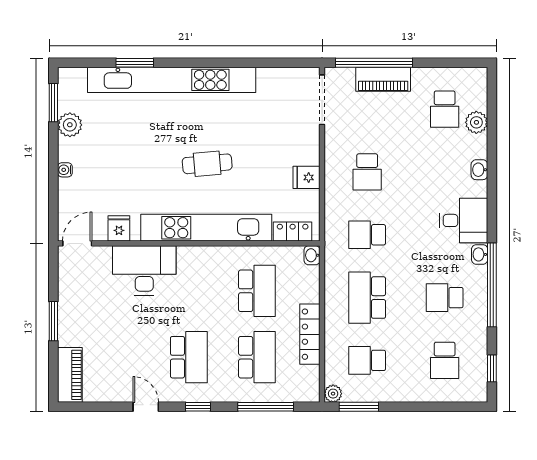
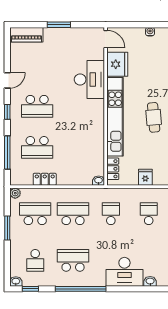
school desk: (367, 172) -> (149, 214), turned 90
desk: (464, 220) -> (124, 272), width x1.37
fridge: (119, 228) -> (117, 64), width x1.88, depth x1.34
washbasin: (480, 254) -> (16, 281), moved
school desk: (257, 291) -> (77, 147), removed
school desk: (445, 298) -> (73, 260), width x1.85
locker: (310, 334) -> (45, 179), width x0.66
school desk: (367, 360) -> (35, 214), width x1.85
school desk: (445, 360) -> (35, 260), turned -90
window: (359, 407) -> (7, 228), moved

